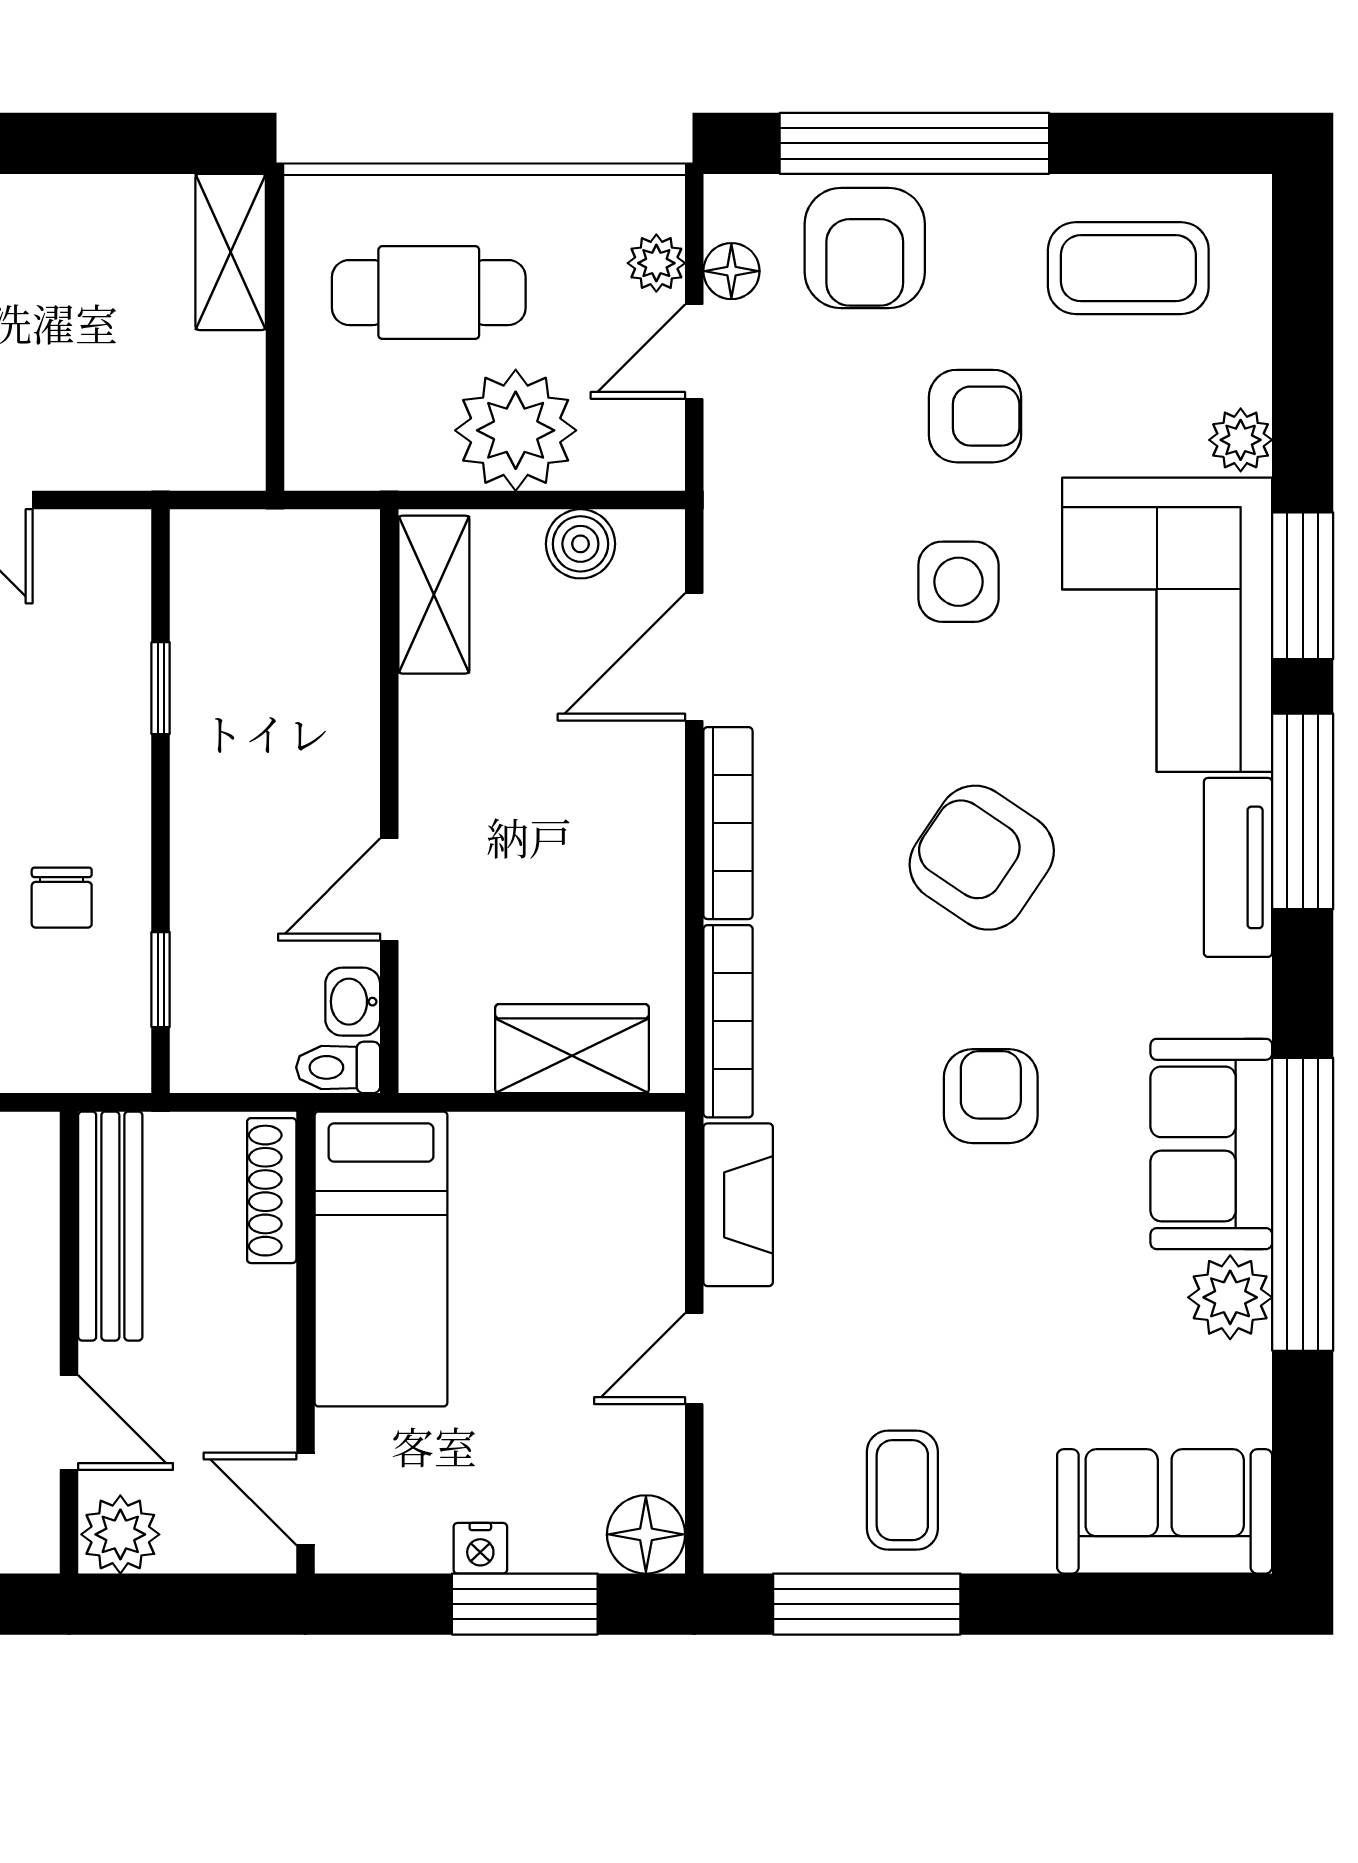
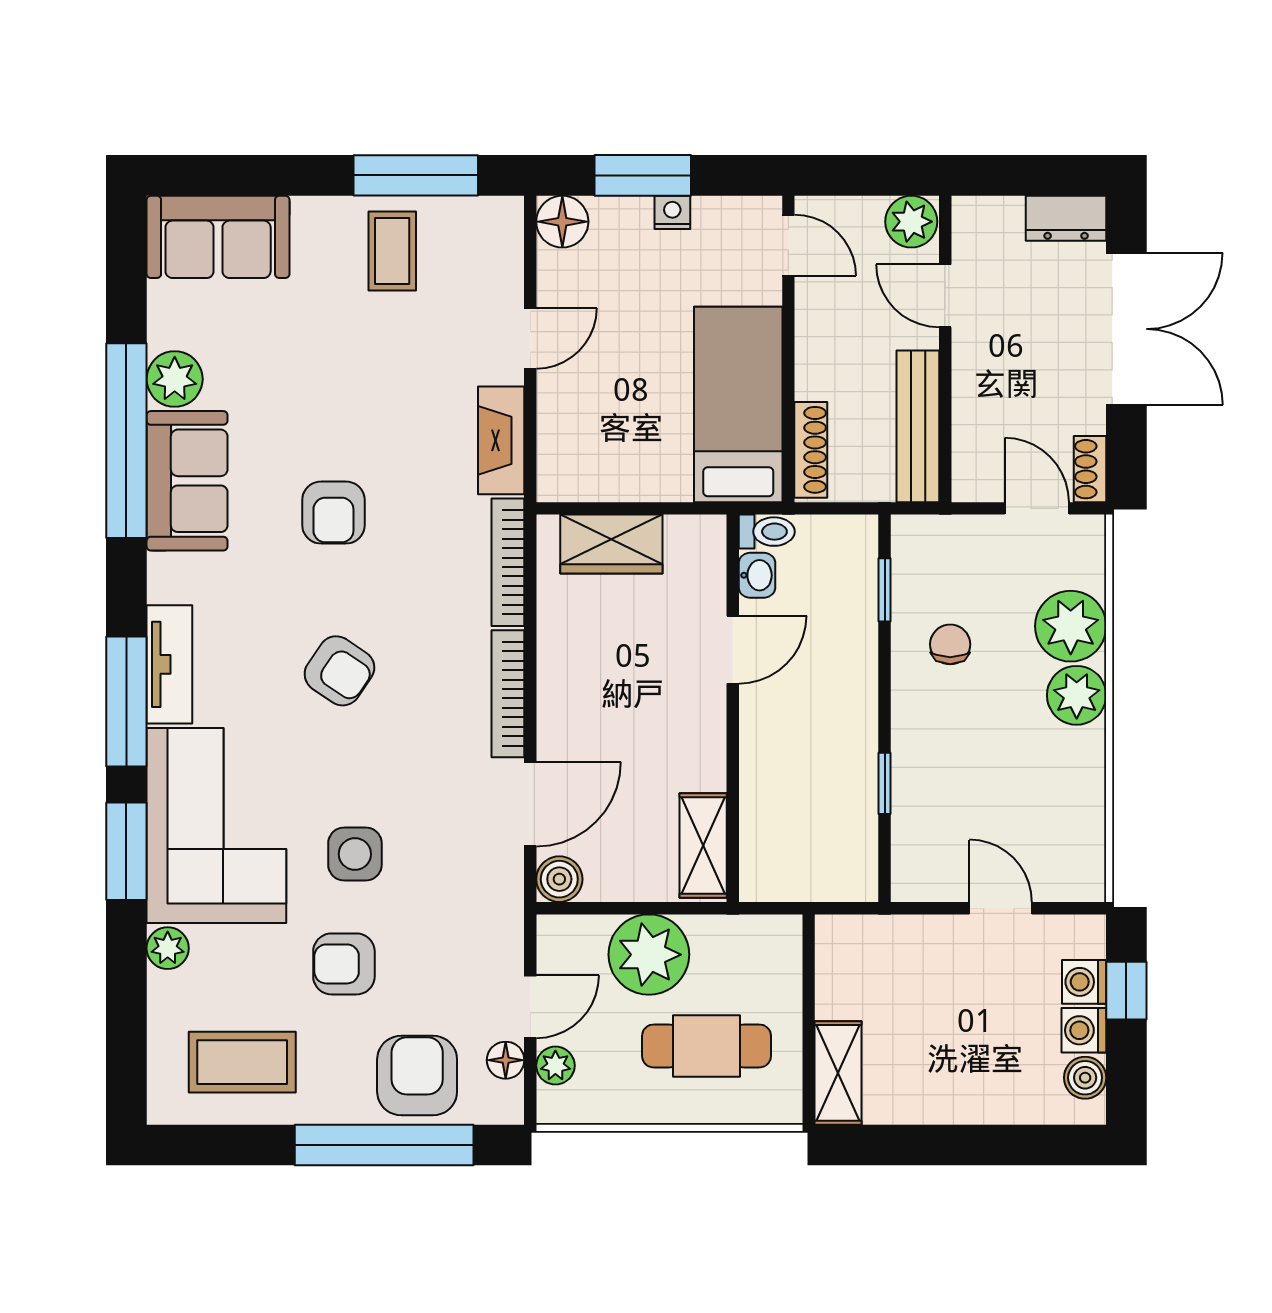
boiler: (580, 544) -> (559, 879), moved
armchair: (982, 858) -> (339, 671), width x0.72, depth x0.72

